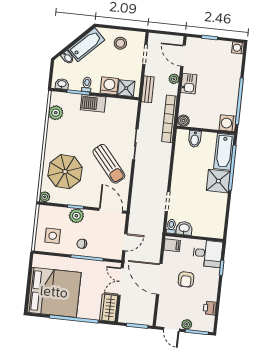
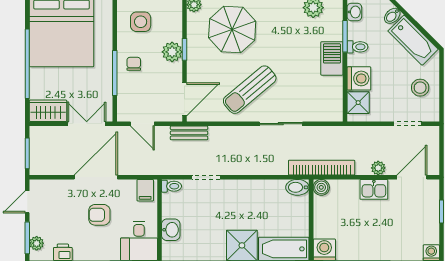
bench: (148, 89) -> (189, 133), moved
bidet: (195, 139) -> (297, 187), moved
washbasin: (184, 228) -> (171, 230), moved
plant: (187, 324) -> (37, 243), moved

